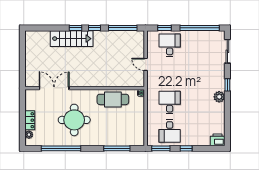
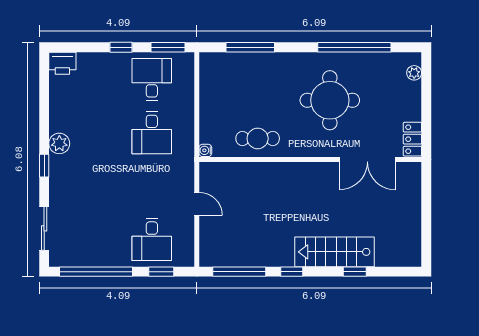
window: (75, 28) -> (355, 272), moved
cafe table: (113, 99) -> (258, 138), width x0.73, depth x0.74
locker: (30, 120) -> (412, 139), moved

